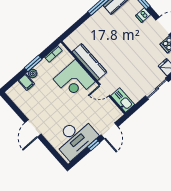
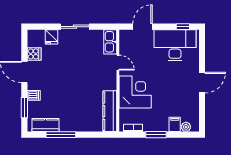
kitchen counter: (89, 62) -> (110, 111), moved
plant: (33, 73) -> (186, 127), moved
window: (94, 145) -> (183, 27), moved

